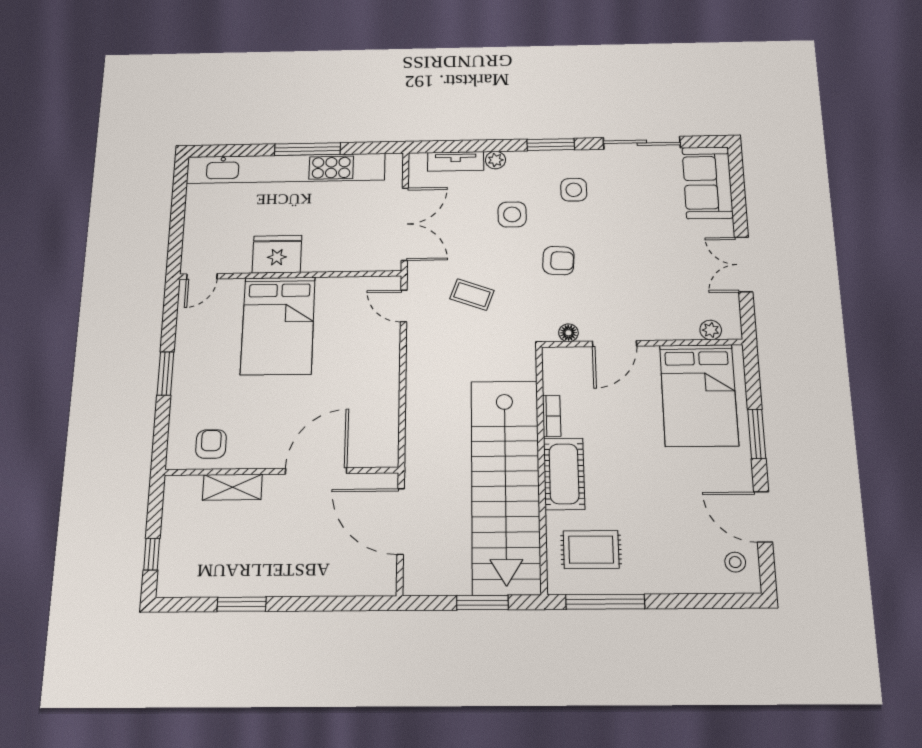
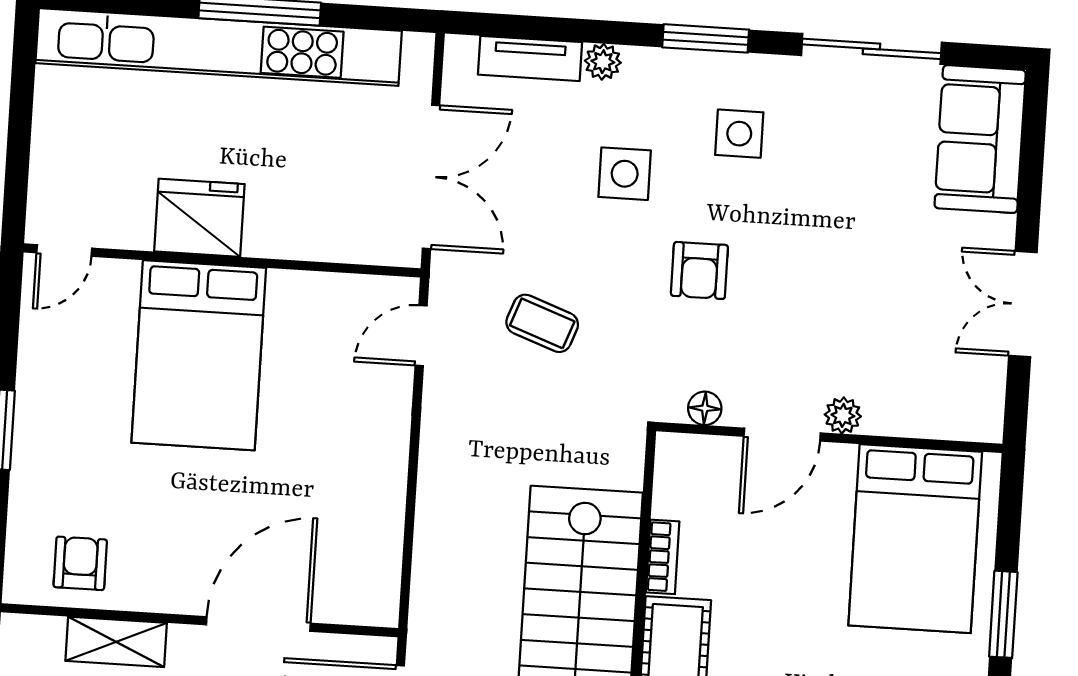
armchair: (558, 261) -> (699, 270), turned 86
door: (404, 306) -> (421, 336), hinge flipped
plant: (711, 330) -> (843, 415), moved

